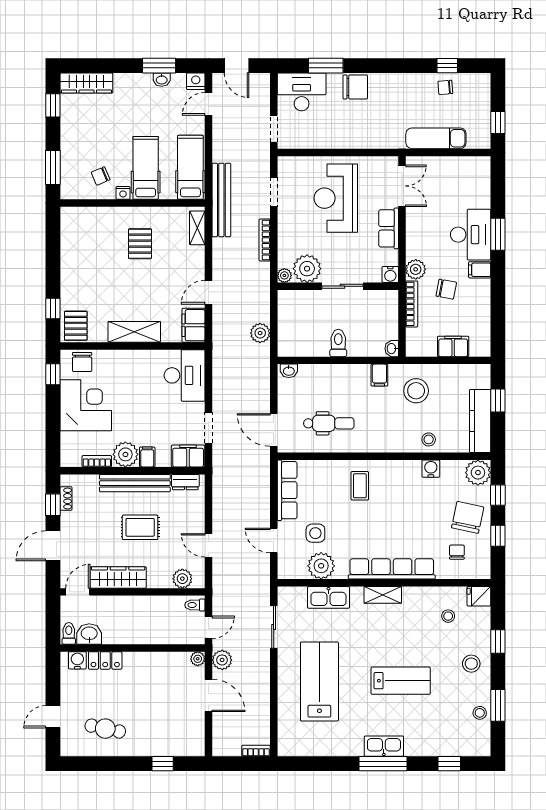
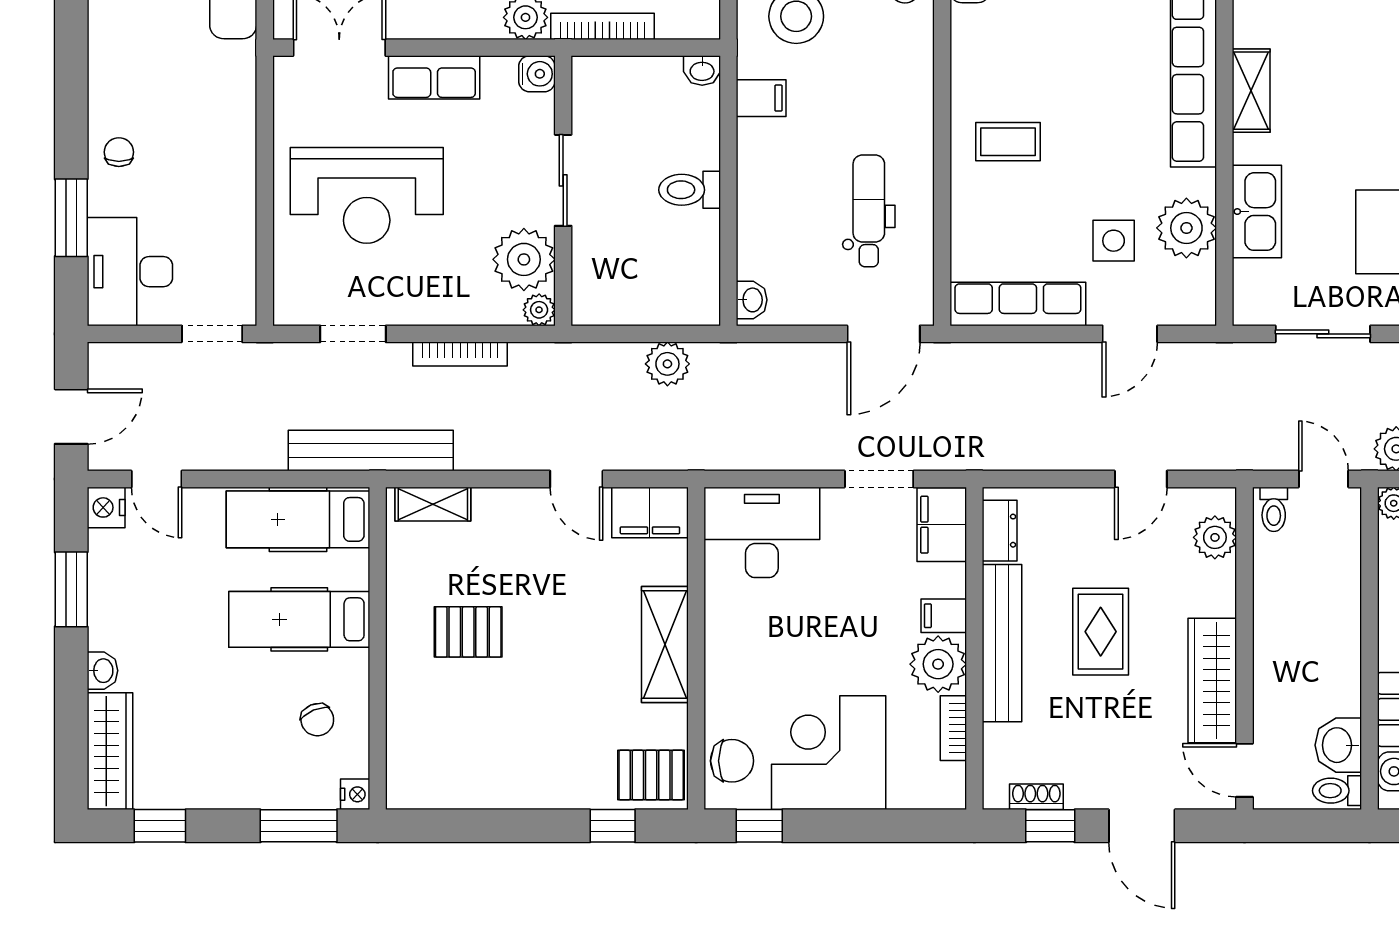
washbasin: (162, 80) -> (102, 671), moved
chair: (355, 87) -> (119, 152), width x0.54, depth x0.54
nightstand: (123, 193) -> (355, 794), moved

